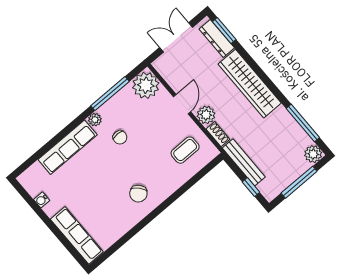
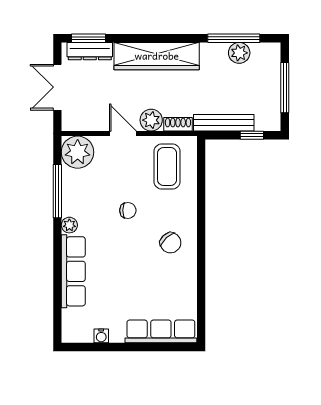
chair: (120, 137) -> (128, 210), moved
coffee table: (185, 150) -> (167, 167), width x1.36, depth x1.30
plant: (313, 154) -> (239, 53), moved

